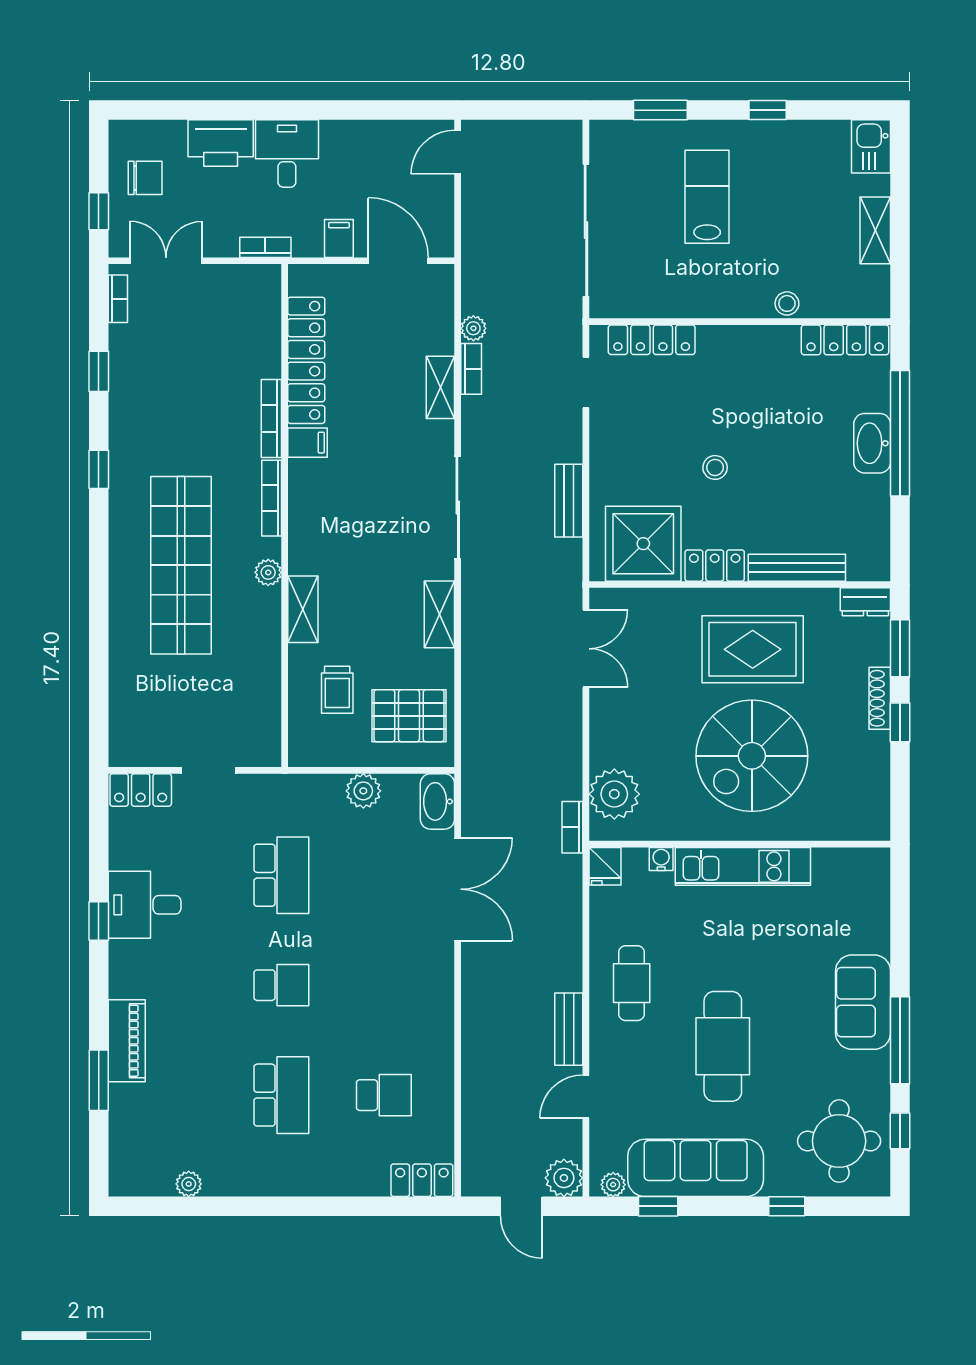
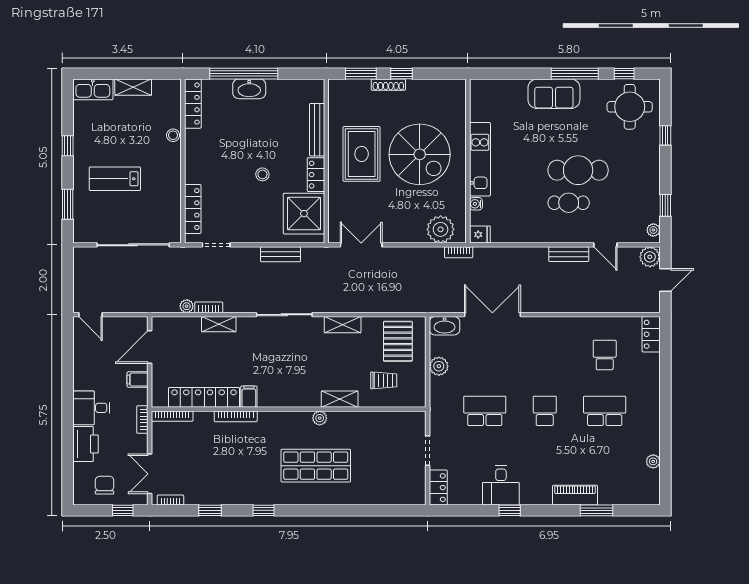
kitchen sink: (871, 146) -> (93, 89), width x1.38
bookcase: (272, 498) -> (172, 416), moved
shop shelf: (181, 565) -> (316, 466), width x0.71
dresser: (865, 602) -> (336, 92), removed
cafe table: (632, 983) -> (569, 203), moved
sofa: (696, 1168) -> (644, 185), removed

